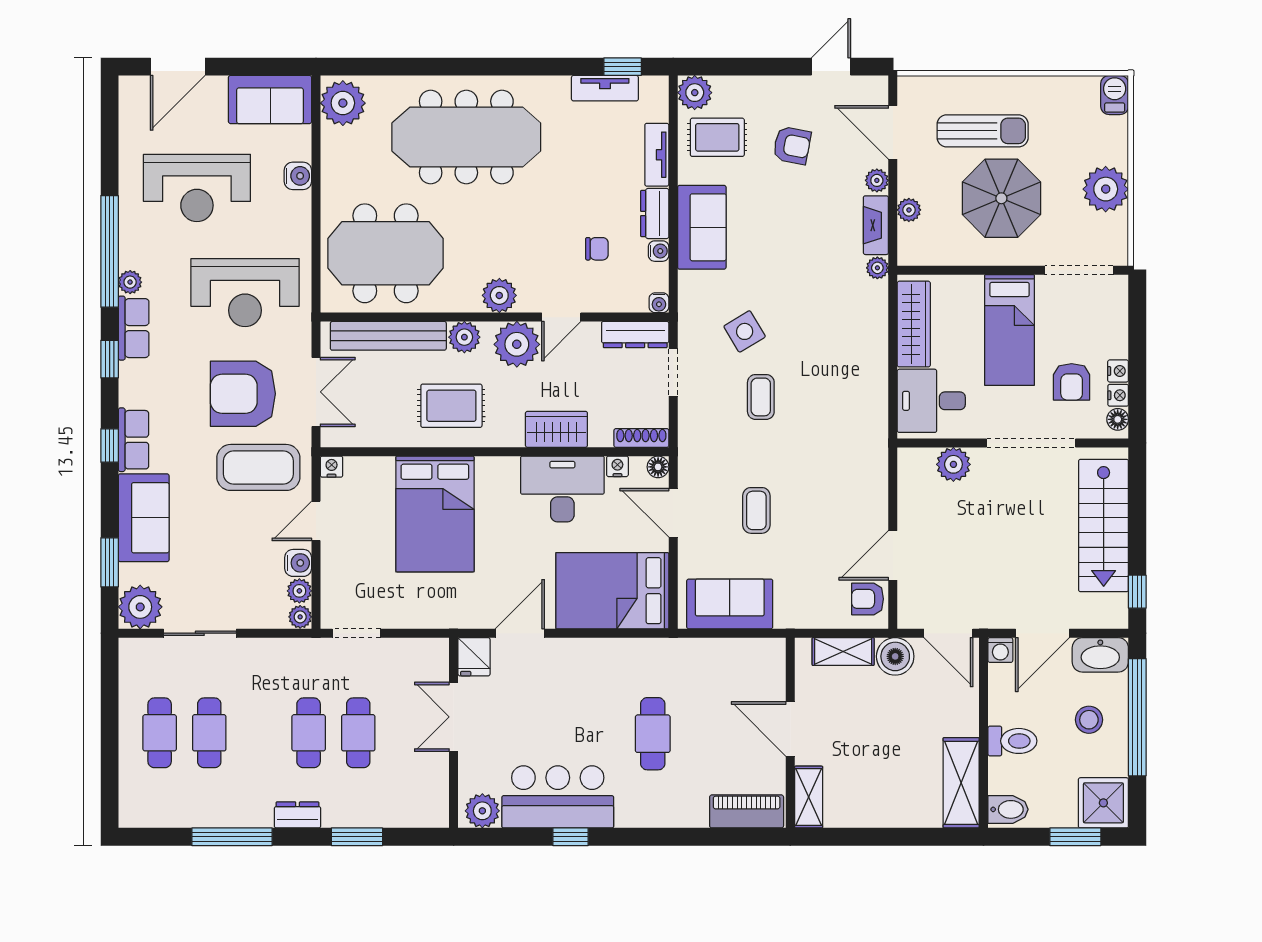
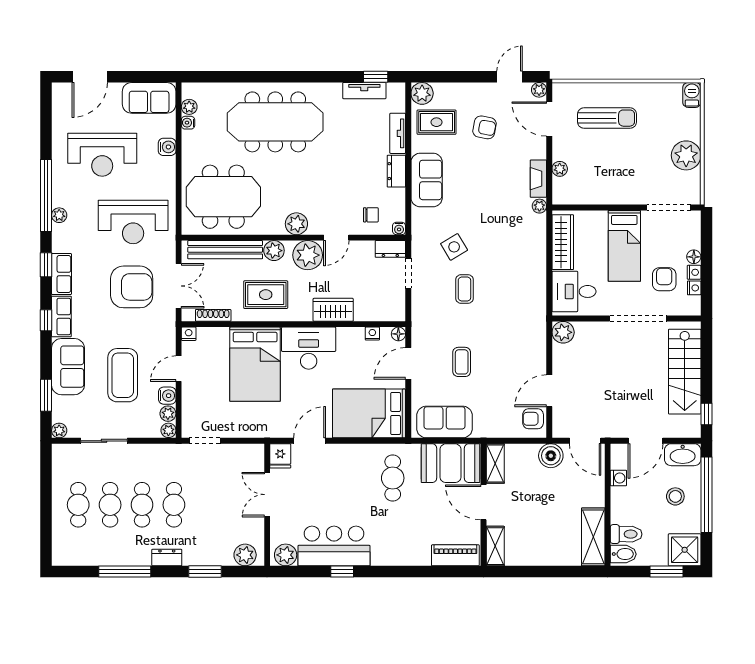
plant: (343, 103) -> (189, 107), width x0.53, depth x0.53
plant: (877, 180) -> (539, 90), moved
parasol: (1001, 198) -> (619, 161), removed
chair: (597, 249) -> (371, 215), moved
water cooler: (659, 251) -> (188, 123), moved, turned 180
row of seats: (134, 328) -> (61, 274), moved
dresser: (635, 335) -> (390, 249), width x0.70
armchair: (1072, 382) -> (664, 279), turned 180
armchair: (243, 394) -> (132, 287), turned 180
floor lamp: (1118, 419) -> (694, 257), moved
shoe rack: (641, 438) -> (213, 315), moved
plant: (953, 464) -> (563, 332), moved
coffee table: (258, 467) -> (123, 375), moved, turned 90
desk: (562, 489) -> (309, 348), moved
door: (673, 513) -> (408, 363), hinge flipped
plant: (140, 607) -> (59, 430), width x0.53, depth x0.53
washing machine: (1000, 650) -> (618, 478), moved, turned -90
shelving: (843, 652) -> (495, 464), moved, turned 90
booth: (739, 668) -> (450, 463), added
cafe table: (358, 733) -> (142, 505), moved
cafe table: (653, 734) -> (393, 478), moved
toilet: (1012, 741) -> (626, 534), moved
plant: (419, 811) -> (245, 555), added

